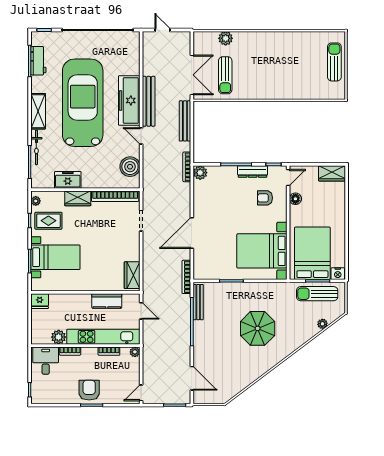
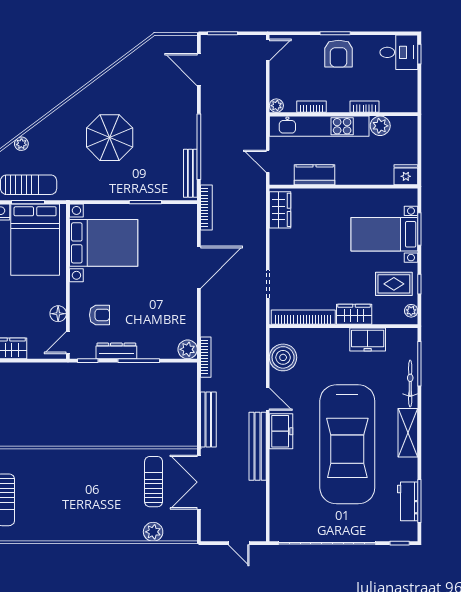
freezer: (129, 100) -> (281, 431), width x0.52, depth x0.79
desk: (46, 361) -> (399, 52), moved, turned -90

